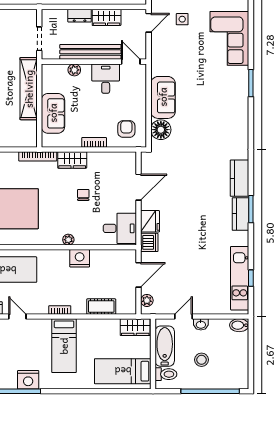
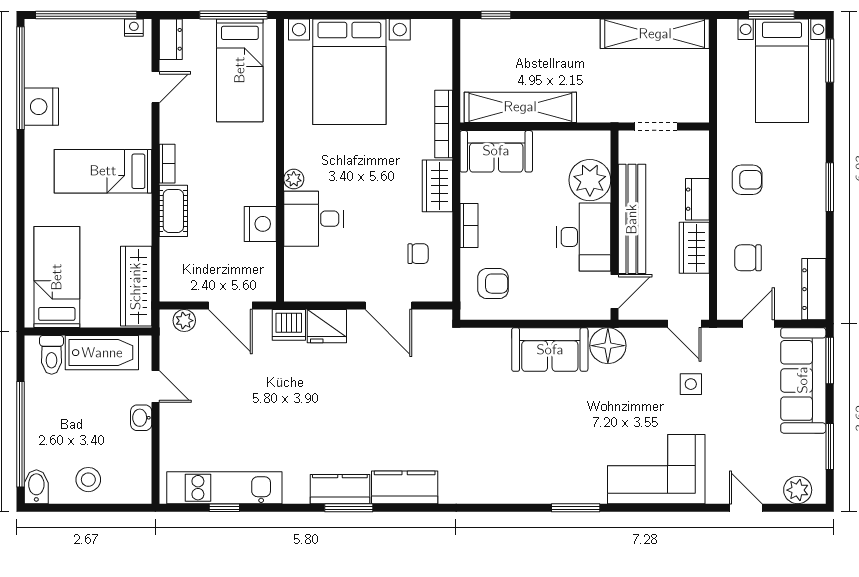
plant: (74, 70) -> (590, 180), width x1.87, depth x1.87
desk: (106, 79) -> (584, 237), width x1.37
shelving: (29, 89) -> (520, 107), moved
sofa: (53, 113) -> (496, 151), moved
floor lamp: (161, 130) -> (608, 346), moved
chair: (83, 195) -> (418, 254), moved
desk: (120, 228) -> (314, 219), moved, turned 90
nightstand: (80, 258) -> (260, 224), moved
cot: (101, 307) -> (173, 211), moved
bidet: (239, 325) -> (36, 487), moved
wardrobe: (135, 327) -> (136, 286), width x1.50
stool: (202, 360) -> (88, 480), moved

